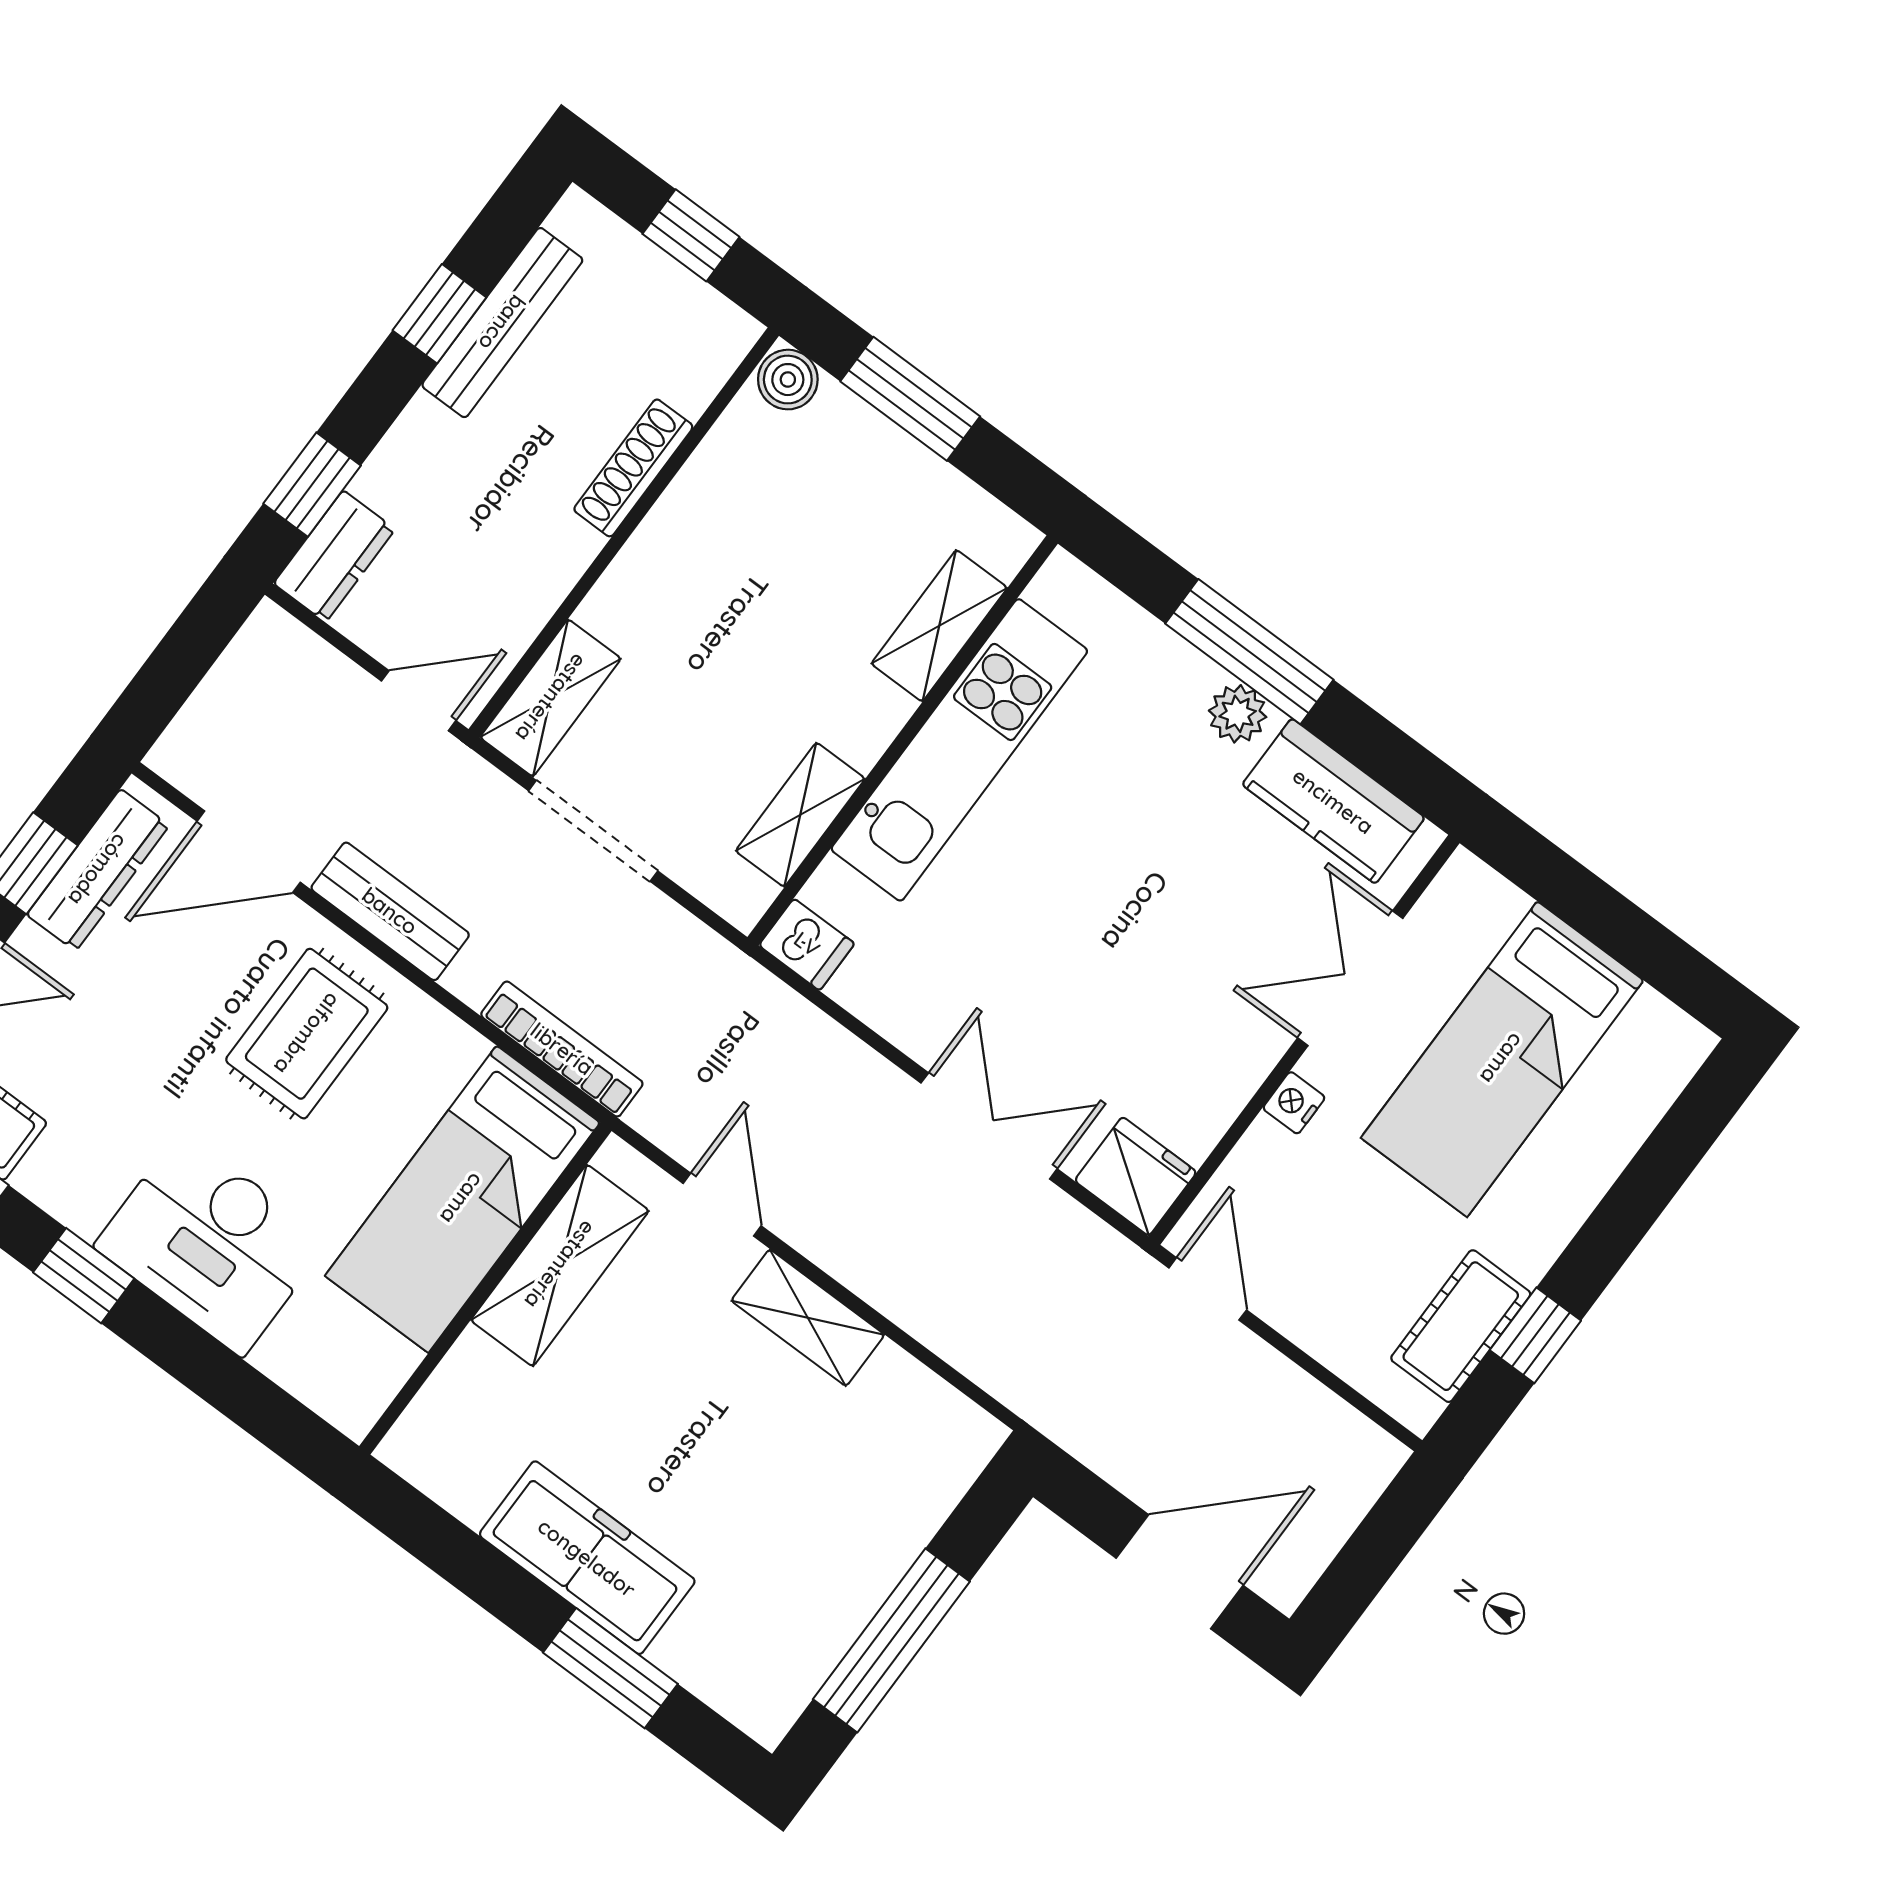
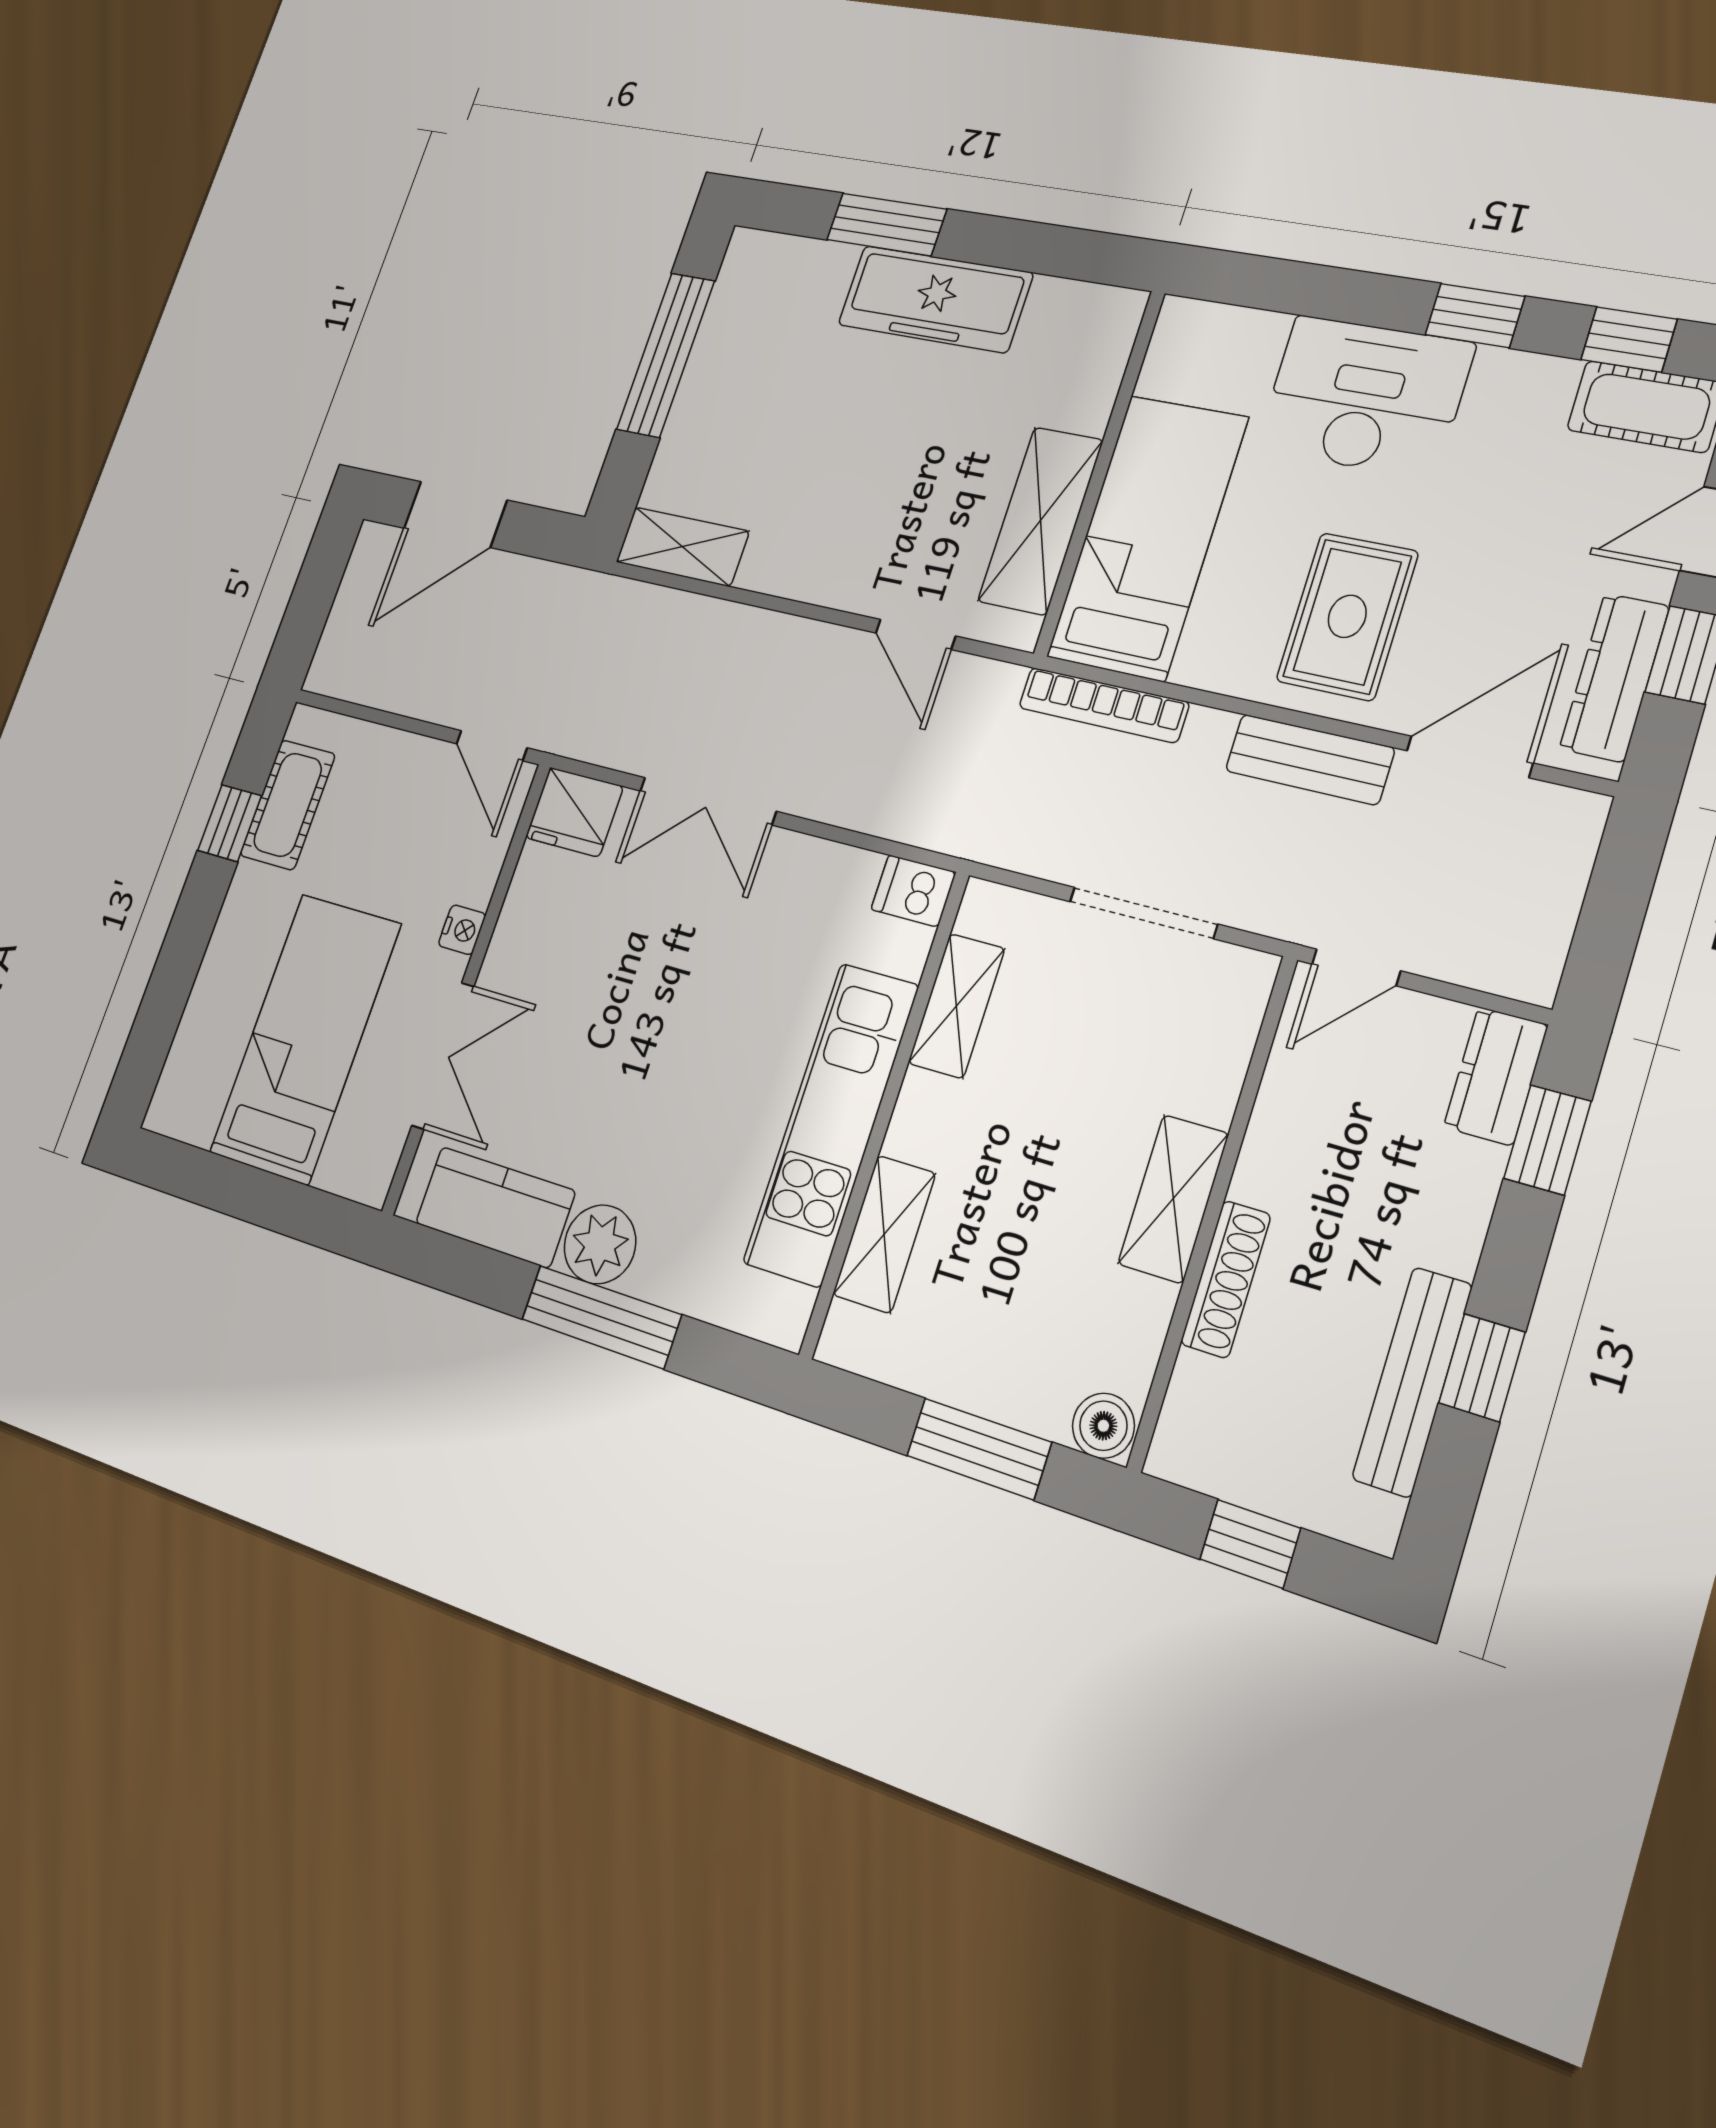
shelving: (551, 698) -> (1173, 1199), moved
plant: (1238, 714) -> (600, 1244), width x1.38, depth x1.38
shelving: (808, 1318) -> (682, 547), moved

